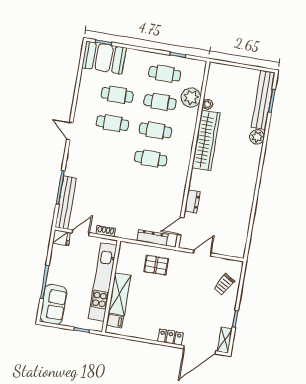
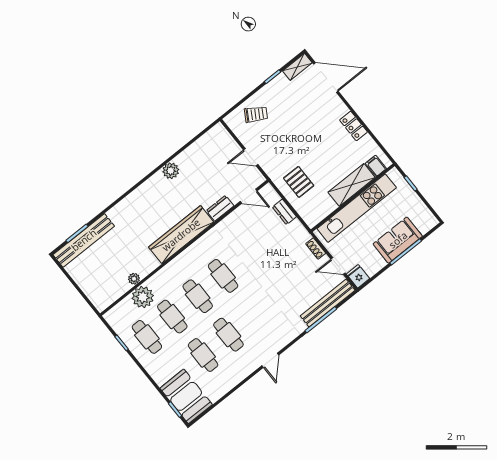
plant: (257, 137) -> (171, 171), moved
wardrobe: (206, 140) -> (181, 235), moved
dresser: (152, 238) -> (284, 212), width x0.70
sofa: (53, 304) -> (398, 240), moved
locker: (170, 337) -> (353, 126), moved

